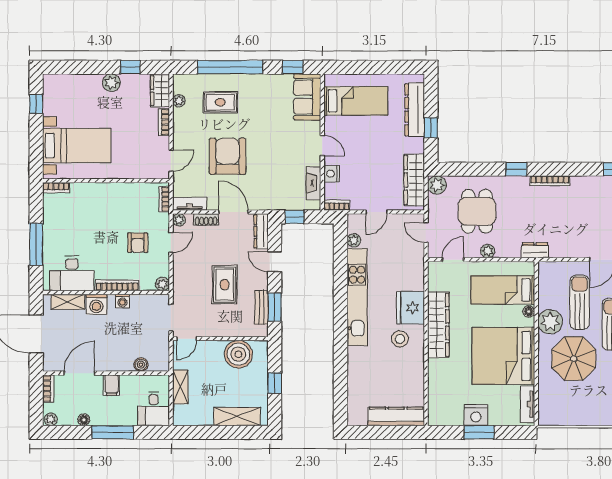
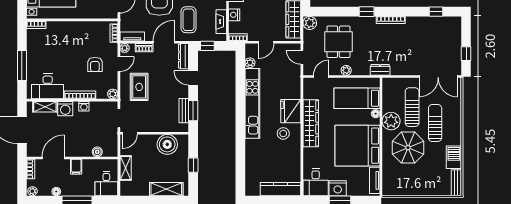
coffee table: (268, 181) -> (189, 20), added
door: (233, 212) -> (164, 42), hinge flipped
rug: (225, 285) -> (139, 87), moved
desk: (445, 407) -> (316, 182), added

